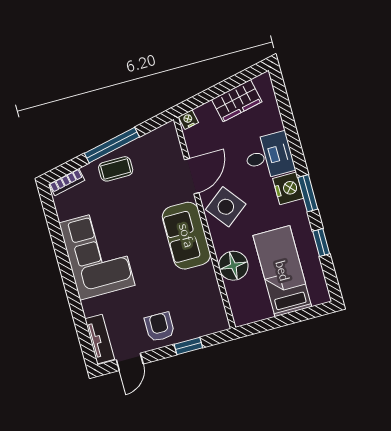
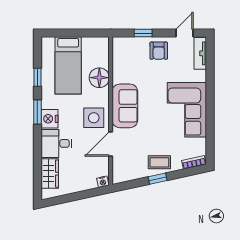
wardrobe: (237, 101) -> (50, 174), moved, turned 102
window: (112, 145) -> (158, 179), width x0.46
side table: (226, 207) -> (94, 118), turned 38

